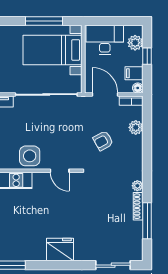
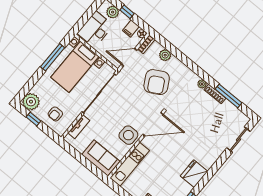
armchair: (103, 141) -> (157, 82), width x1.88, depth x1.88
door: (60, 171) -> (153, 124), width x1.87
fridge: (60, 250) -> (194, 174), moved

